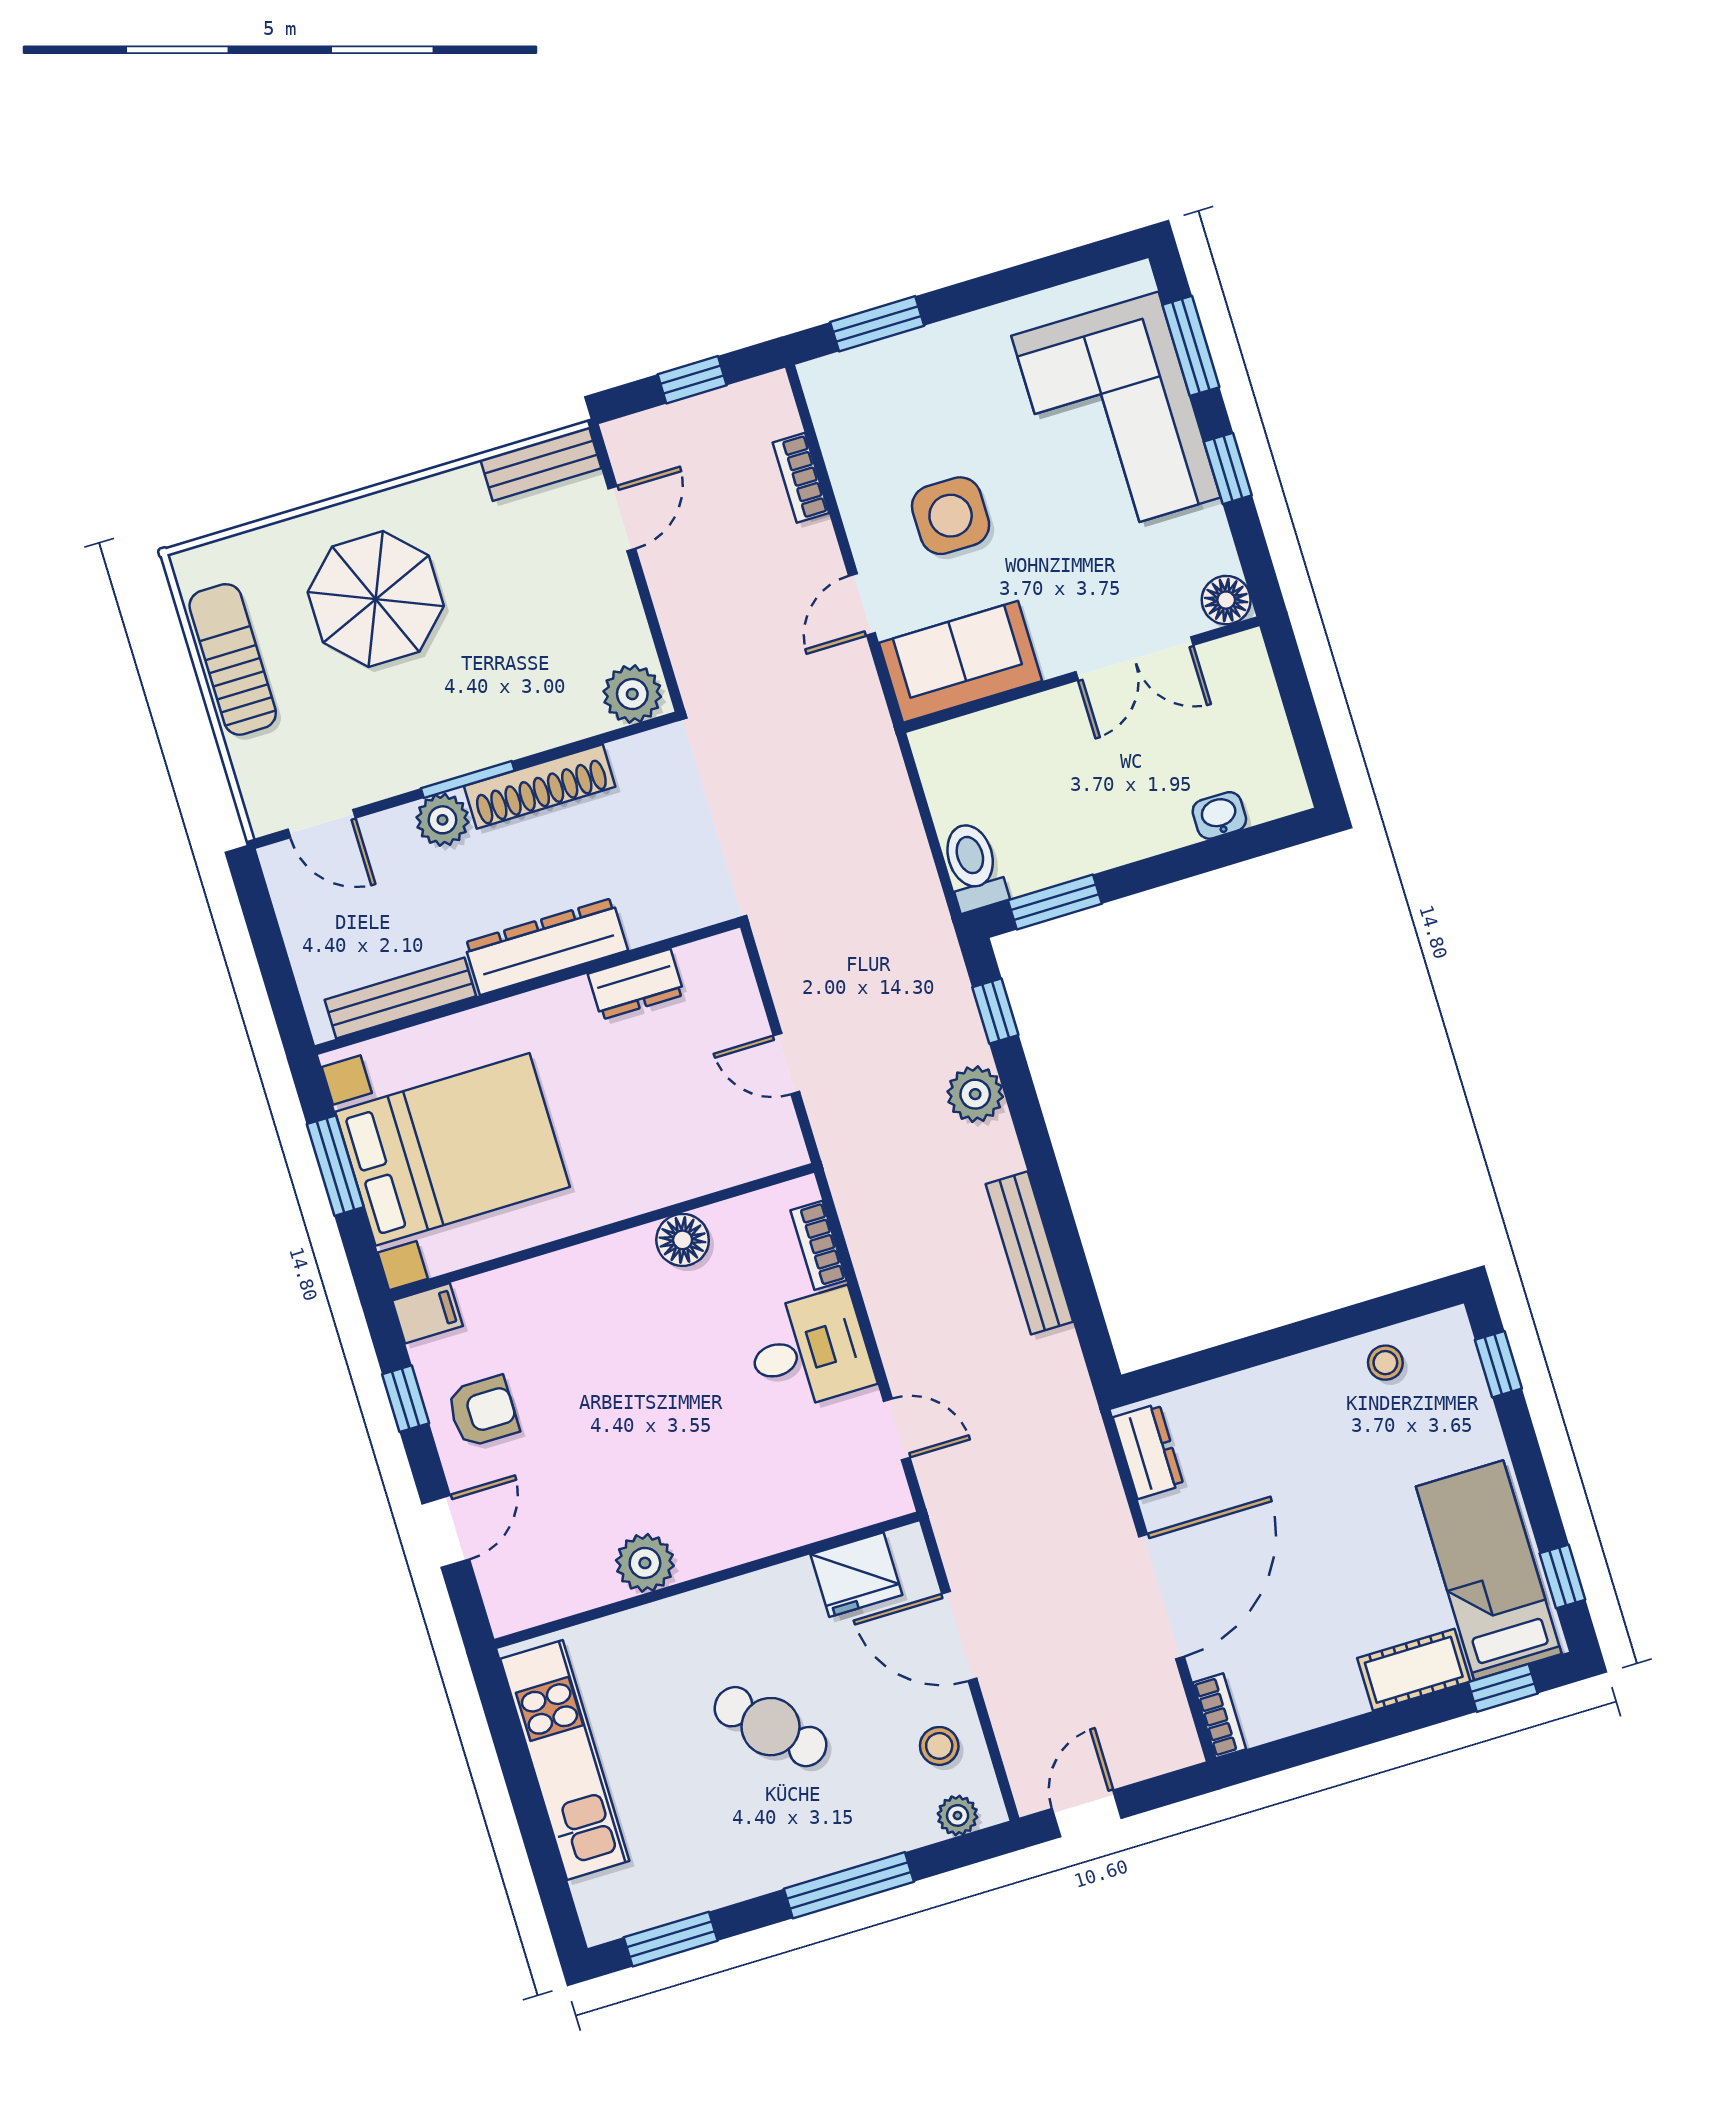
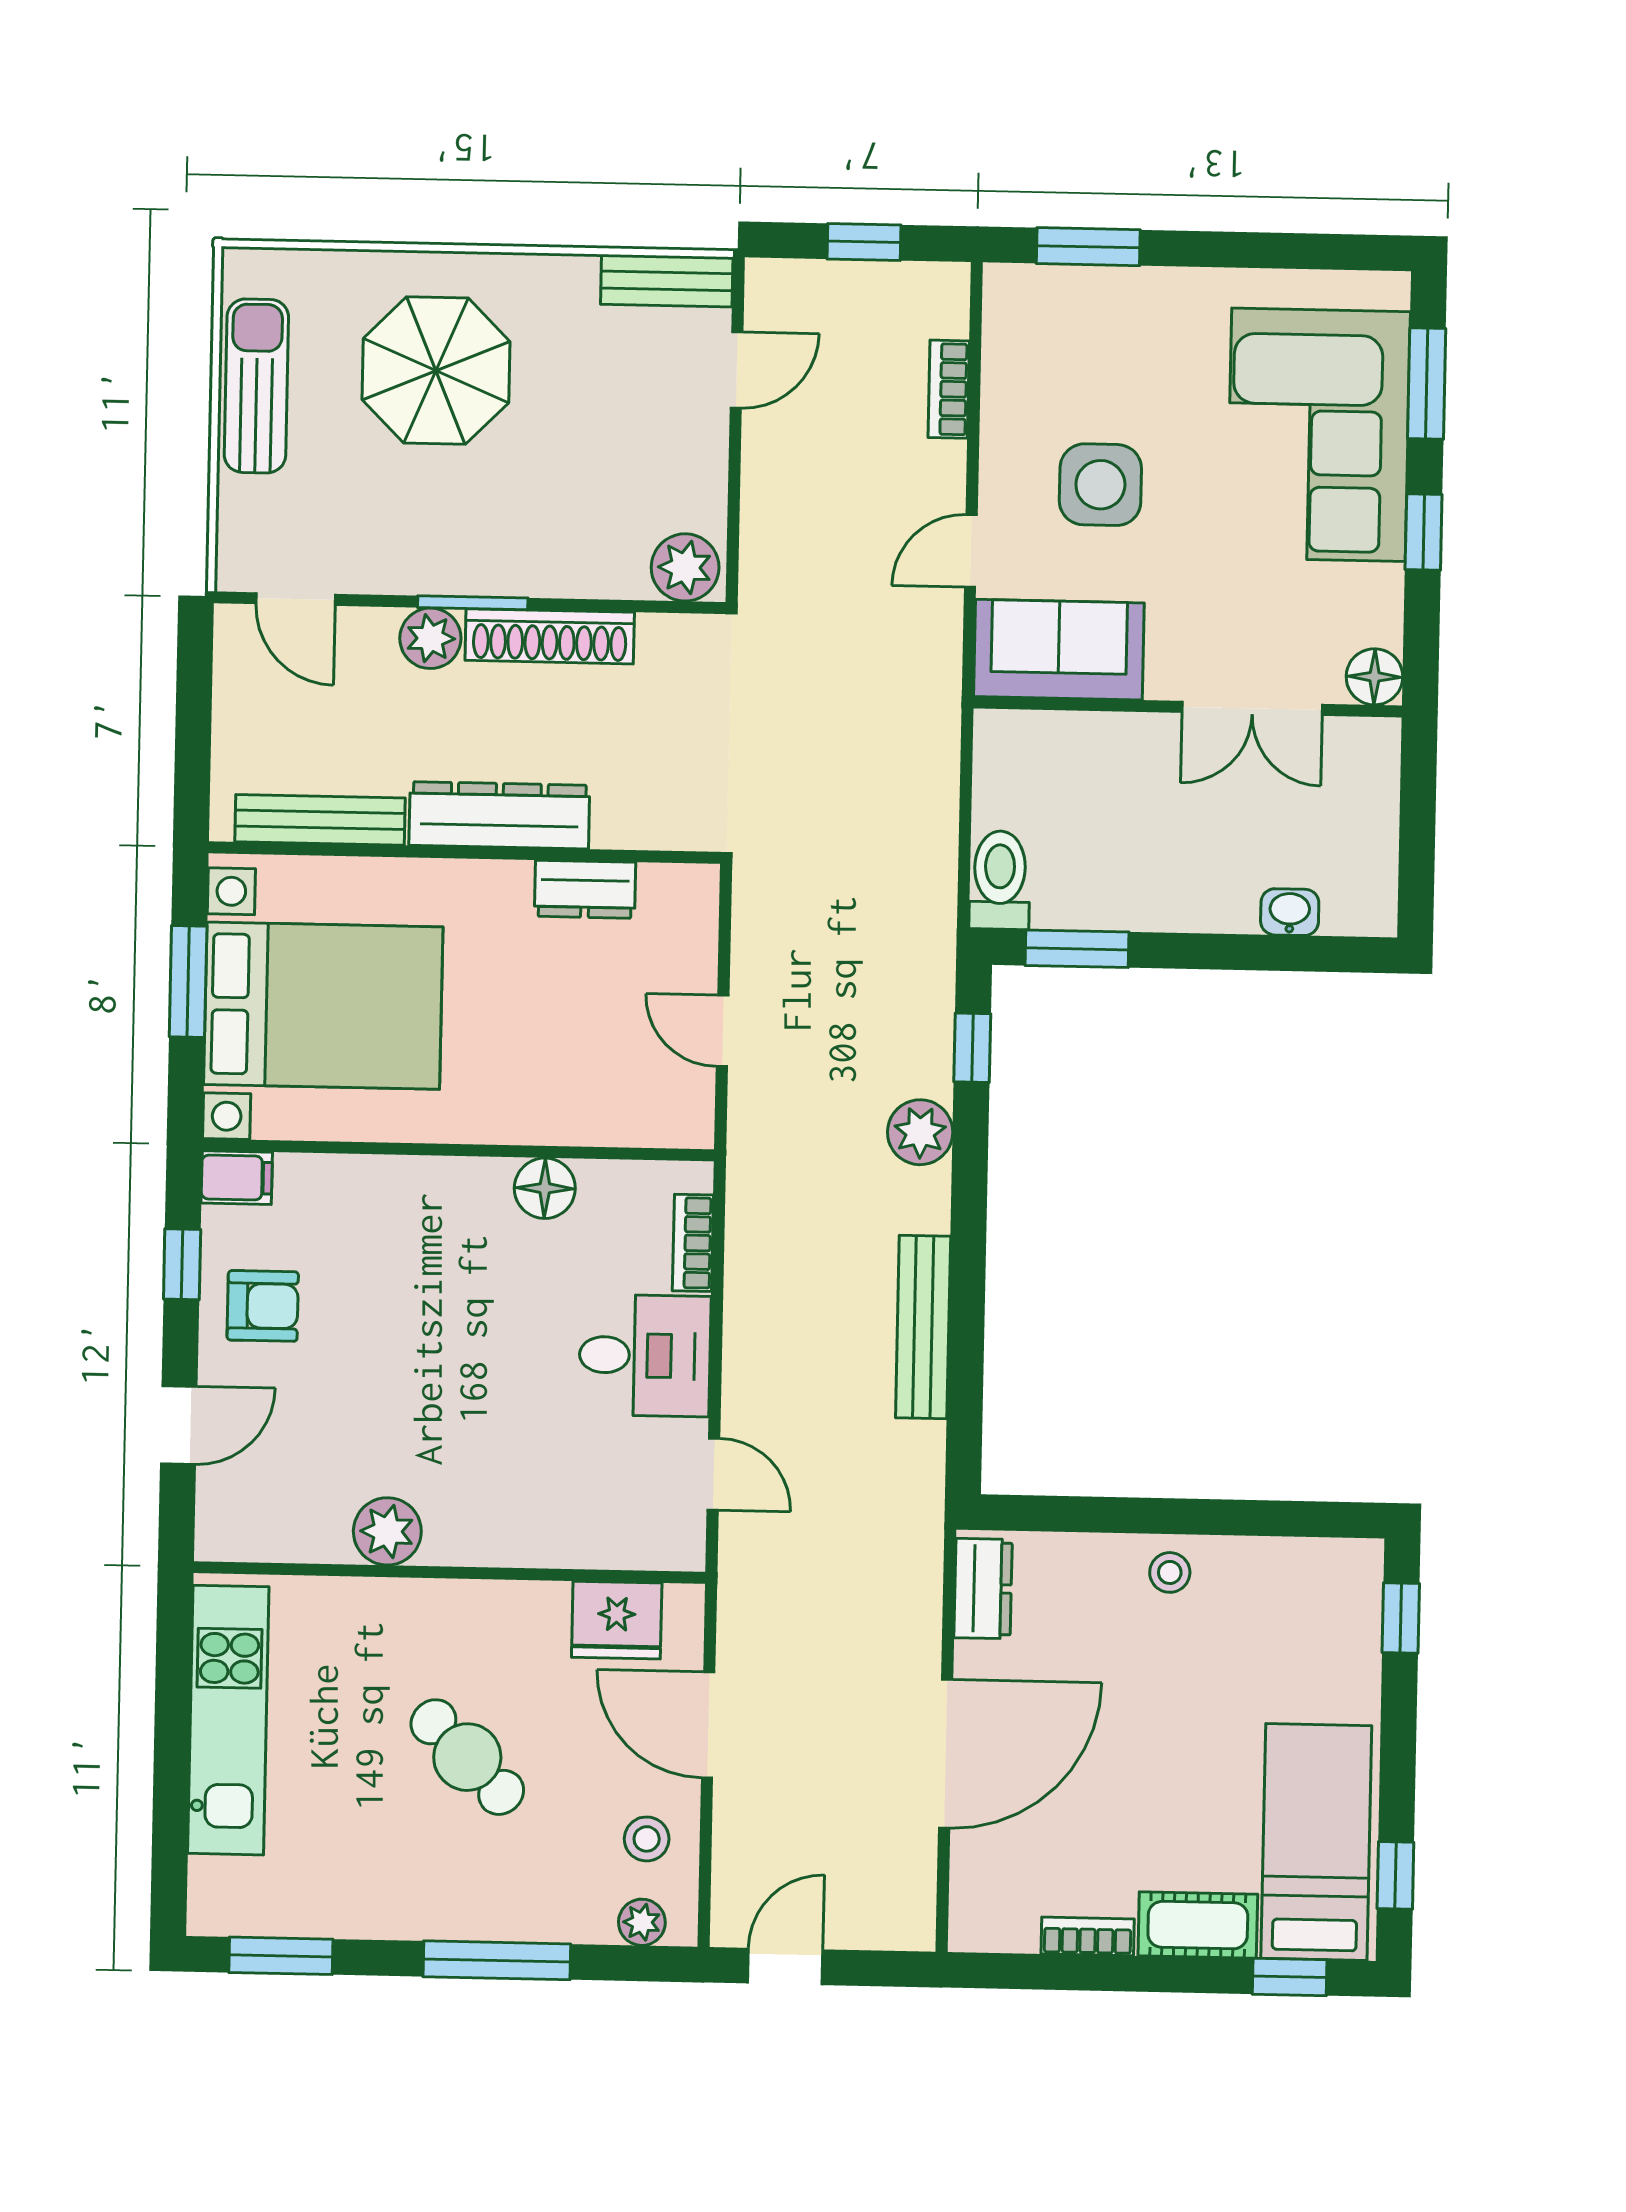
stool: (1385, 1363) -> (1170, 1572), moved
bookcase: (1219, 1716) -> (1088, 1936), moved, turned -90

